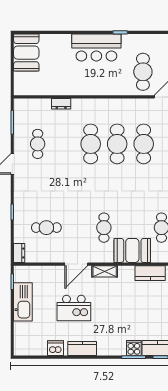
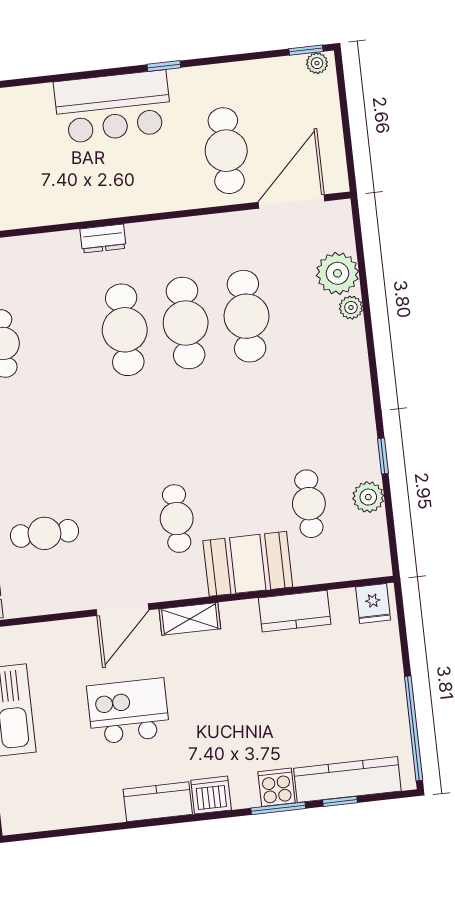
dresser: (61, 104) -> (103, 239), moved
kitchen island: (74, 308) -> (128, 711), turned 180
dishwasher: (55, 348) -> (211, 795), moved

